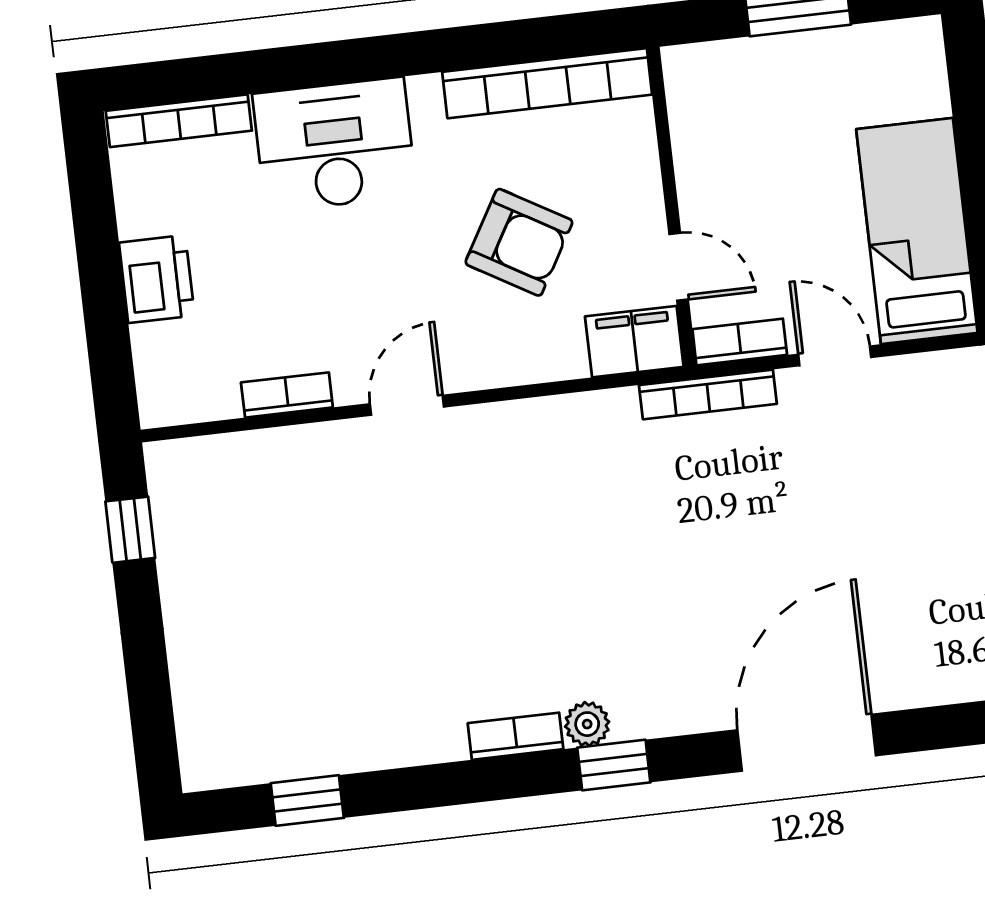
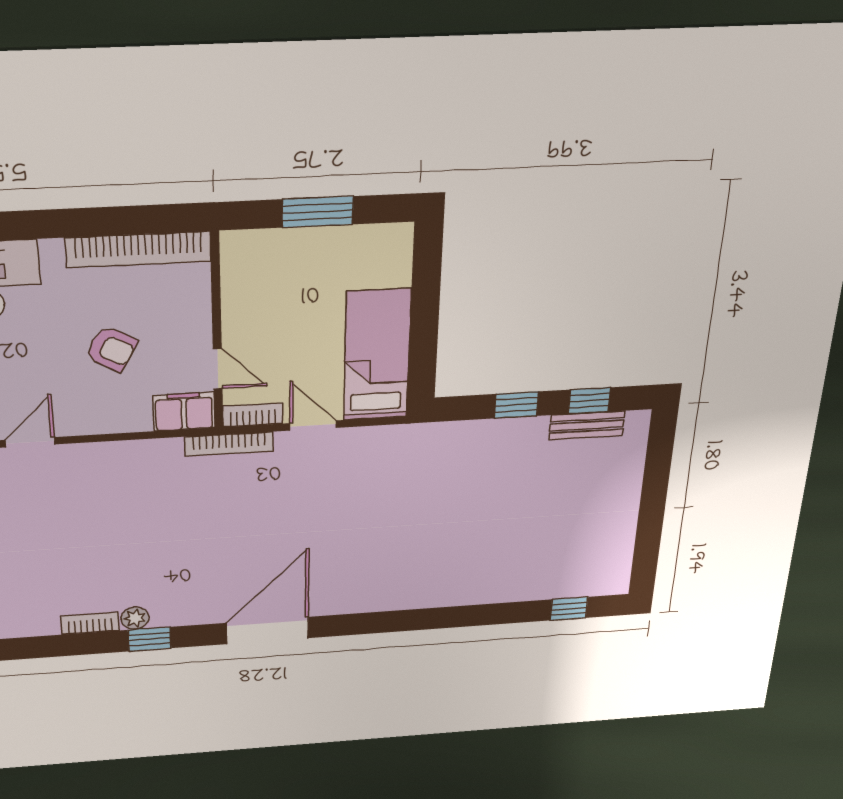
armchair: (519, 242) -> (111, 349), width x0.72, depth x0.72

